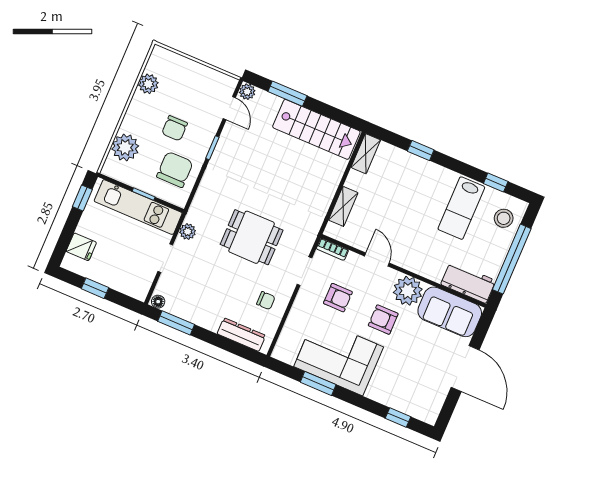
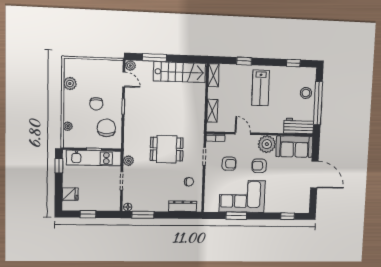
plant: (125, 147) -> (68, 126), width x0.53, depth x0.53
lab bench: (461, 208) -> (261, 88), moved
stool: (504, 218) -> (306, 93), moved

